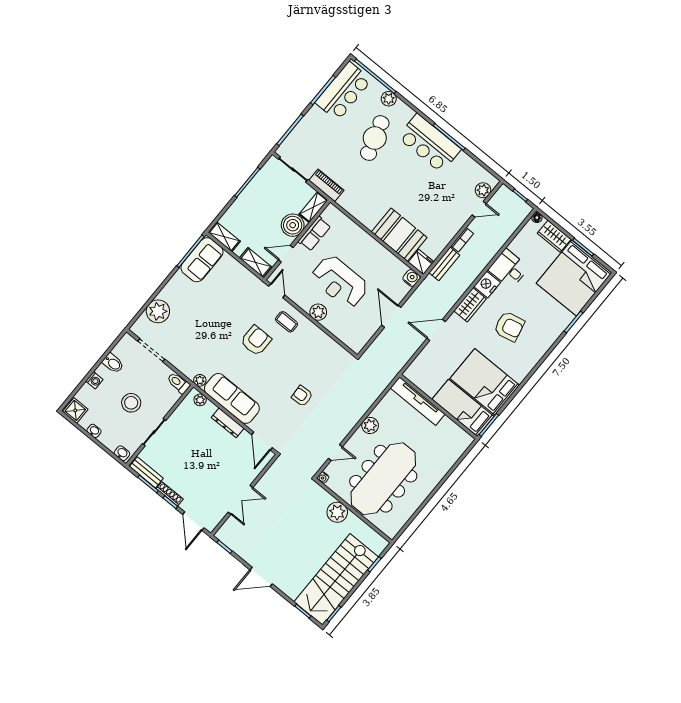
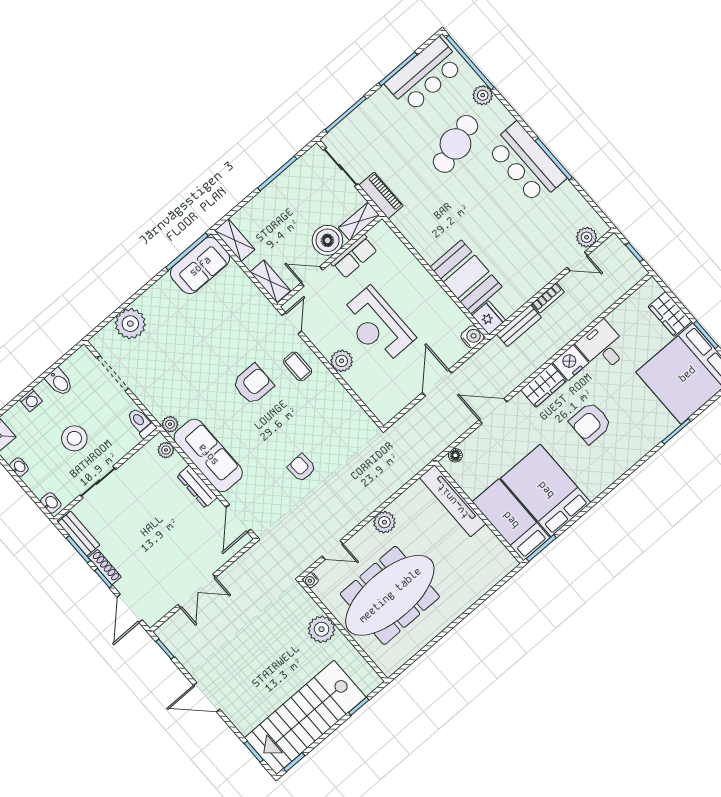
floor lamp: (537, 218) -> (455, 455), moved
armchair: (509, 326) -> (590, 423), turned 103

